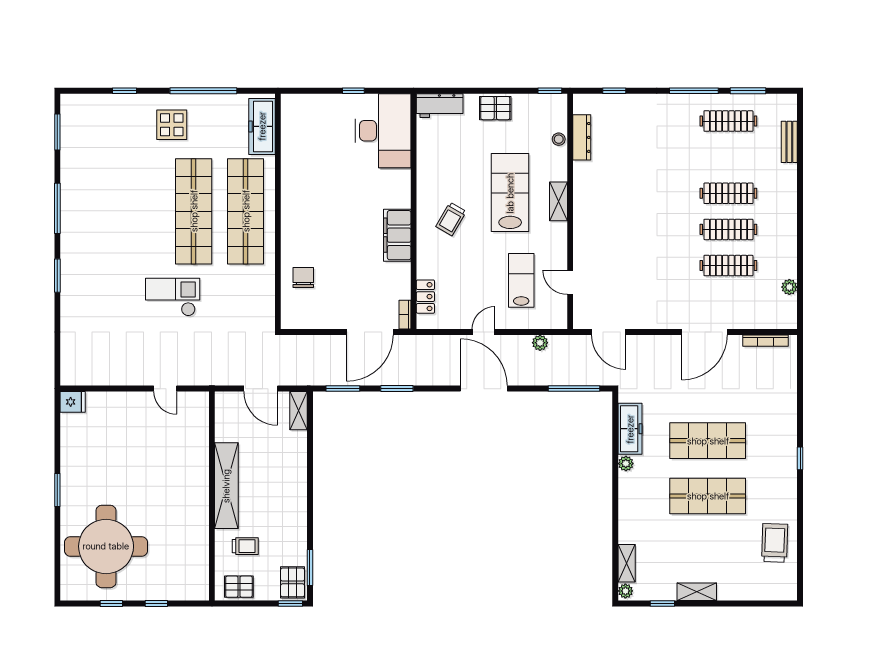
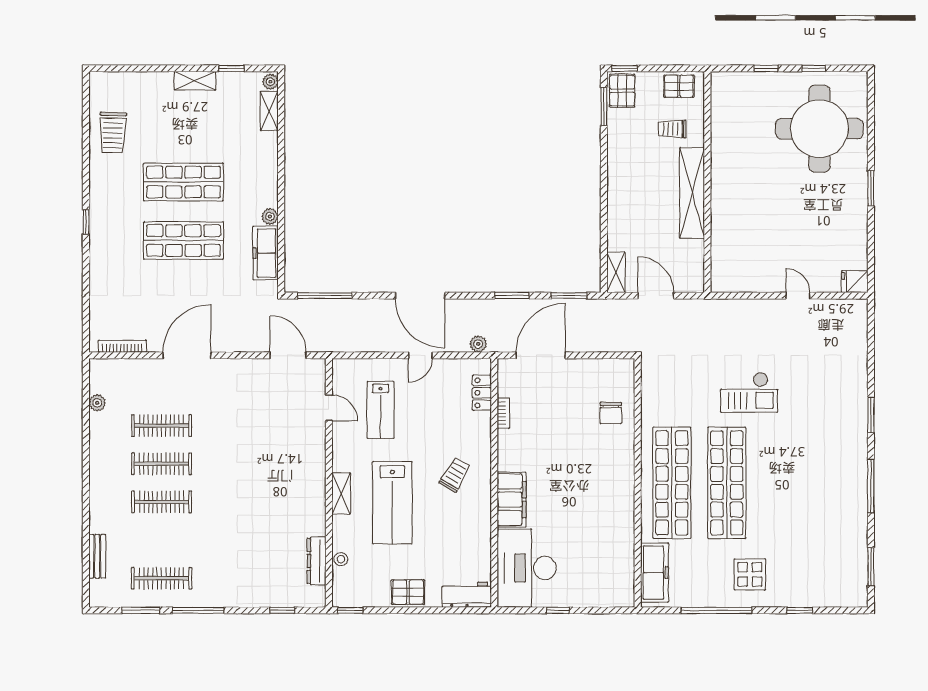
filing cabinet: (397, 235) -> (512, 500), moved
bookcase: (405, 315) -> (503, 413), moved
plant: (540, 343) -> (478, 344), moved
door: (165, 389) -> (798, 296), moved

